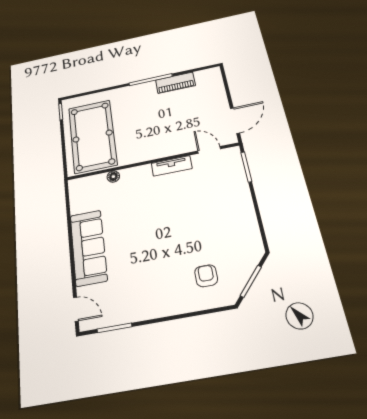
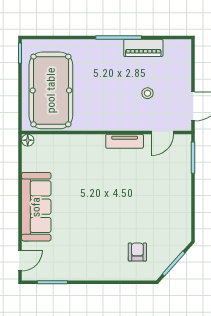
stool: (187, 119) -> (147, 93), added
door: (209, 150) -> (163, 132), swing flipped
floor lamp: (113, 177) -> (28, 140), moved
door: (76, 309) -> (20, 261), hinge flipped

